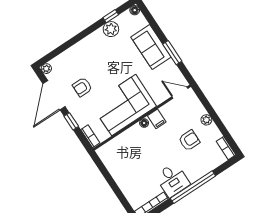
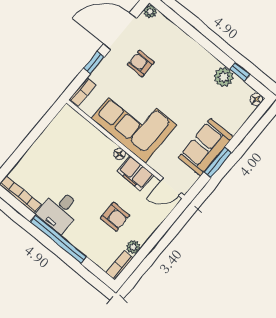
sofa: (151, 47) -> (206, 147), moved
door: (180, 93) -> (171, 187), swing flipped
filing cabinet: (157, 119) -> (135, 173), width x2.00
plant: (206, 120) -> (133, 247), moved

